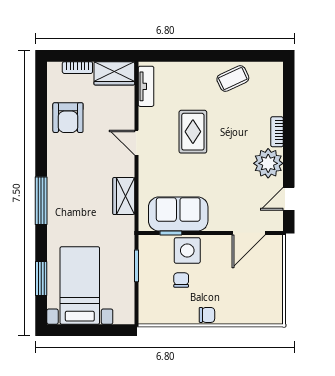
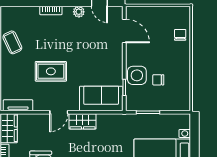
plant: (268, 163) -> (79, 12), width x0.53, depth x0.53
wardrobe: (124, 196) -> (83, 121), moved
sofa: (178, 214) -> (101, 98), moved, turned 90
chair: (207, 315) -> (180, 35), moved

